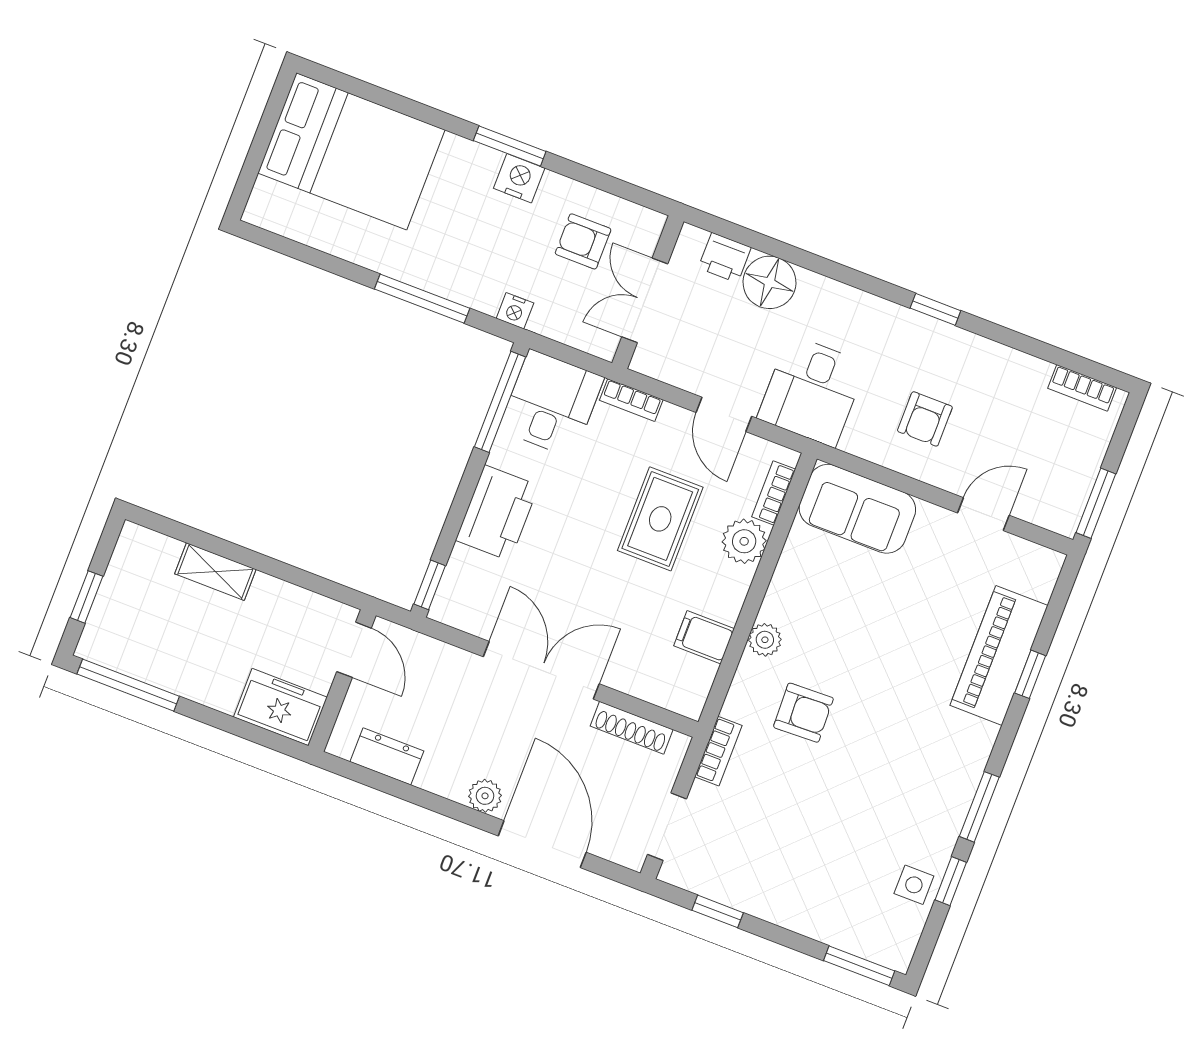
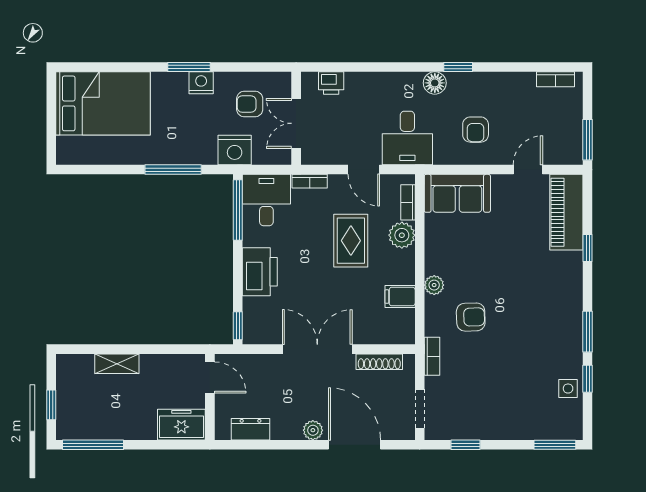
floor lamp: (769, 282) -> (435, 83), moved, width x0.73, depth x0.73
nightstand: (515, 311) -> (235, 150), width x1.89, depth x1.79
piano: (999, 655) -> (566, 212), moved

